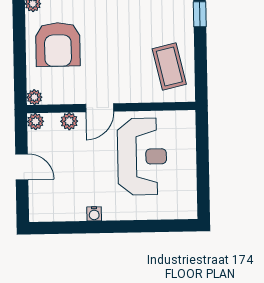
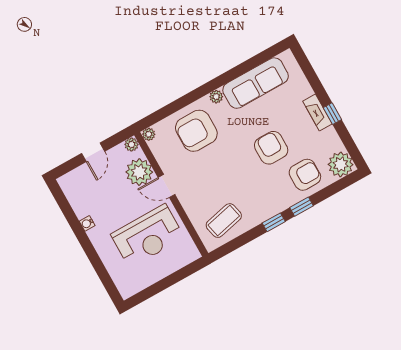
plant: (69, 121) -> (139, 172), width x1.88, depth x1.88

